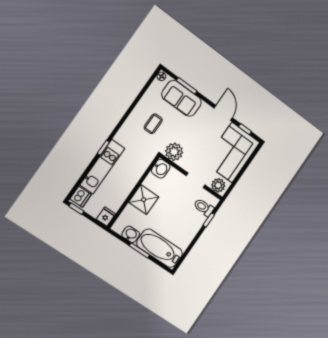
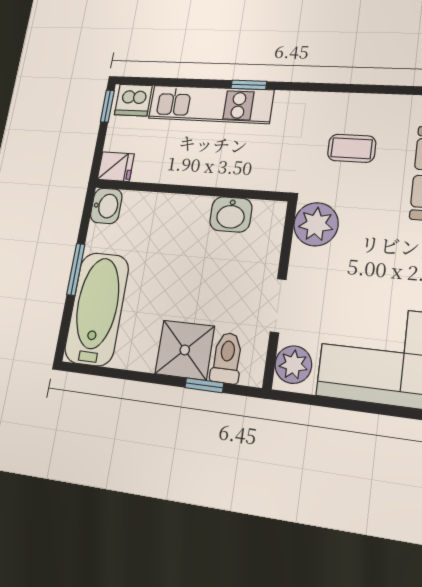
washbasin: (161, 169) -> (231, 214), moved
shower: (144, 200) -> (185, 350), moved
washbasin: (131, 234) -> (106, 206), moved

